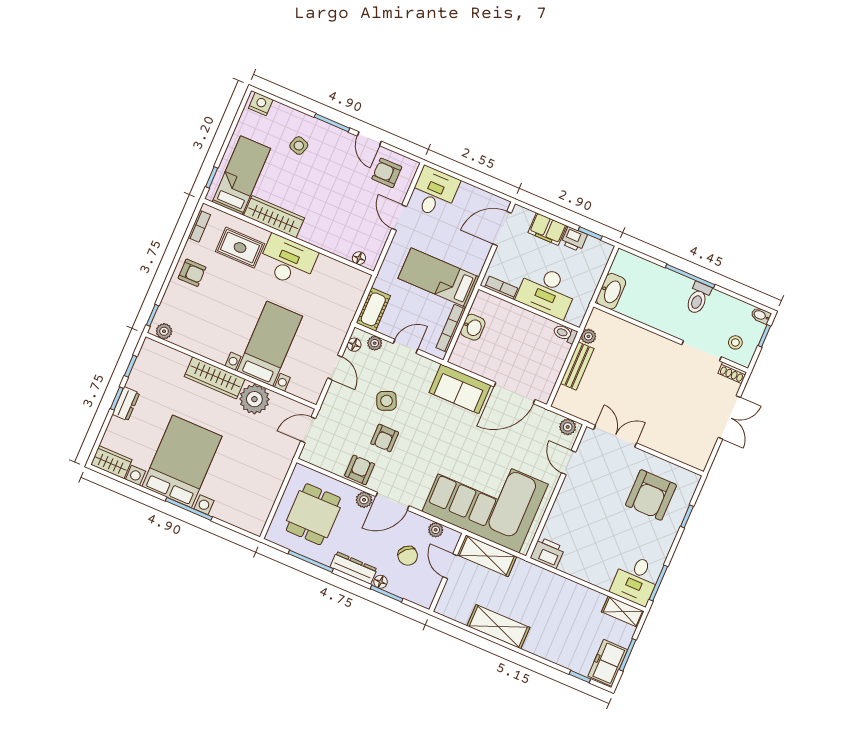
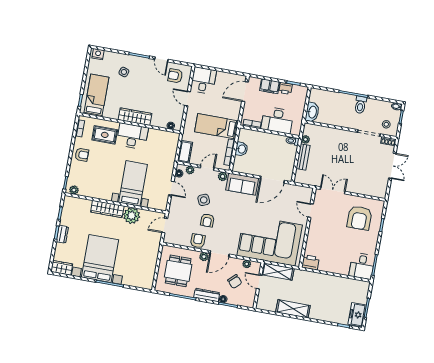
wardrobe: (274, 217) -> (135, 117), moved
plant: (568, 427) -> (223, 176), moved
shelving: (623, 612) -> (359, 285), removed

